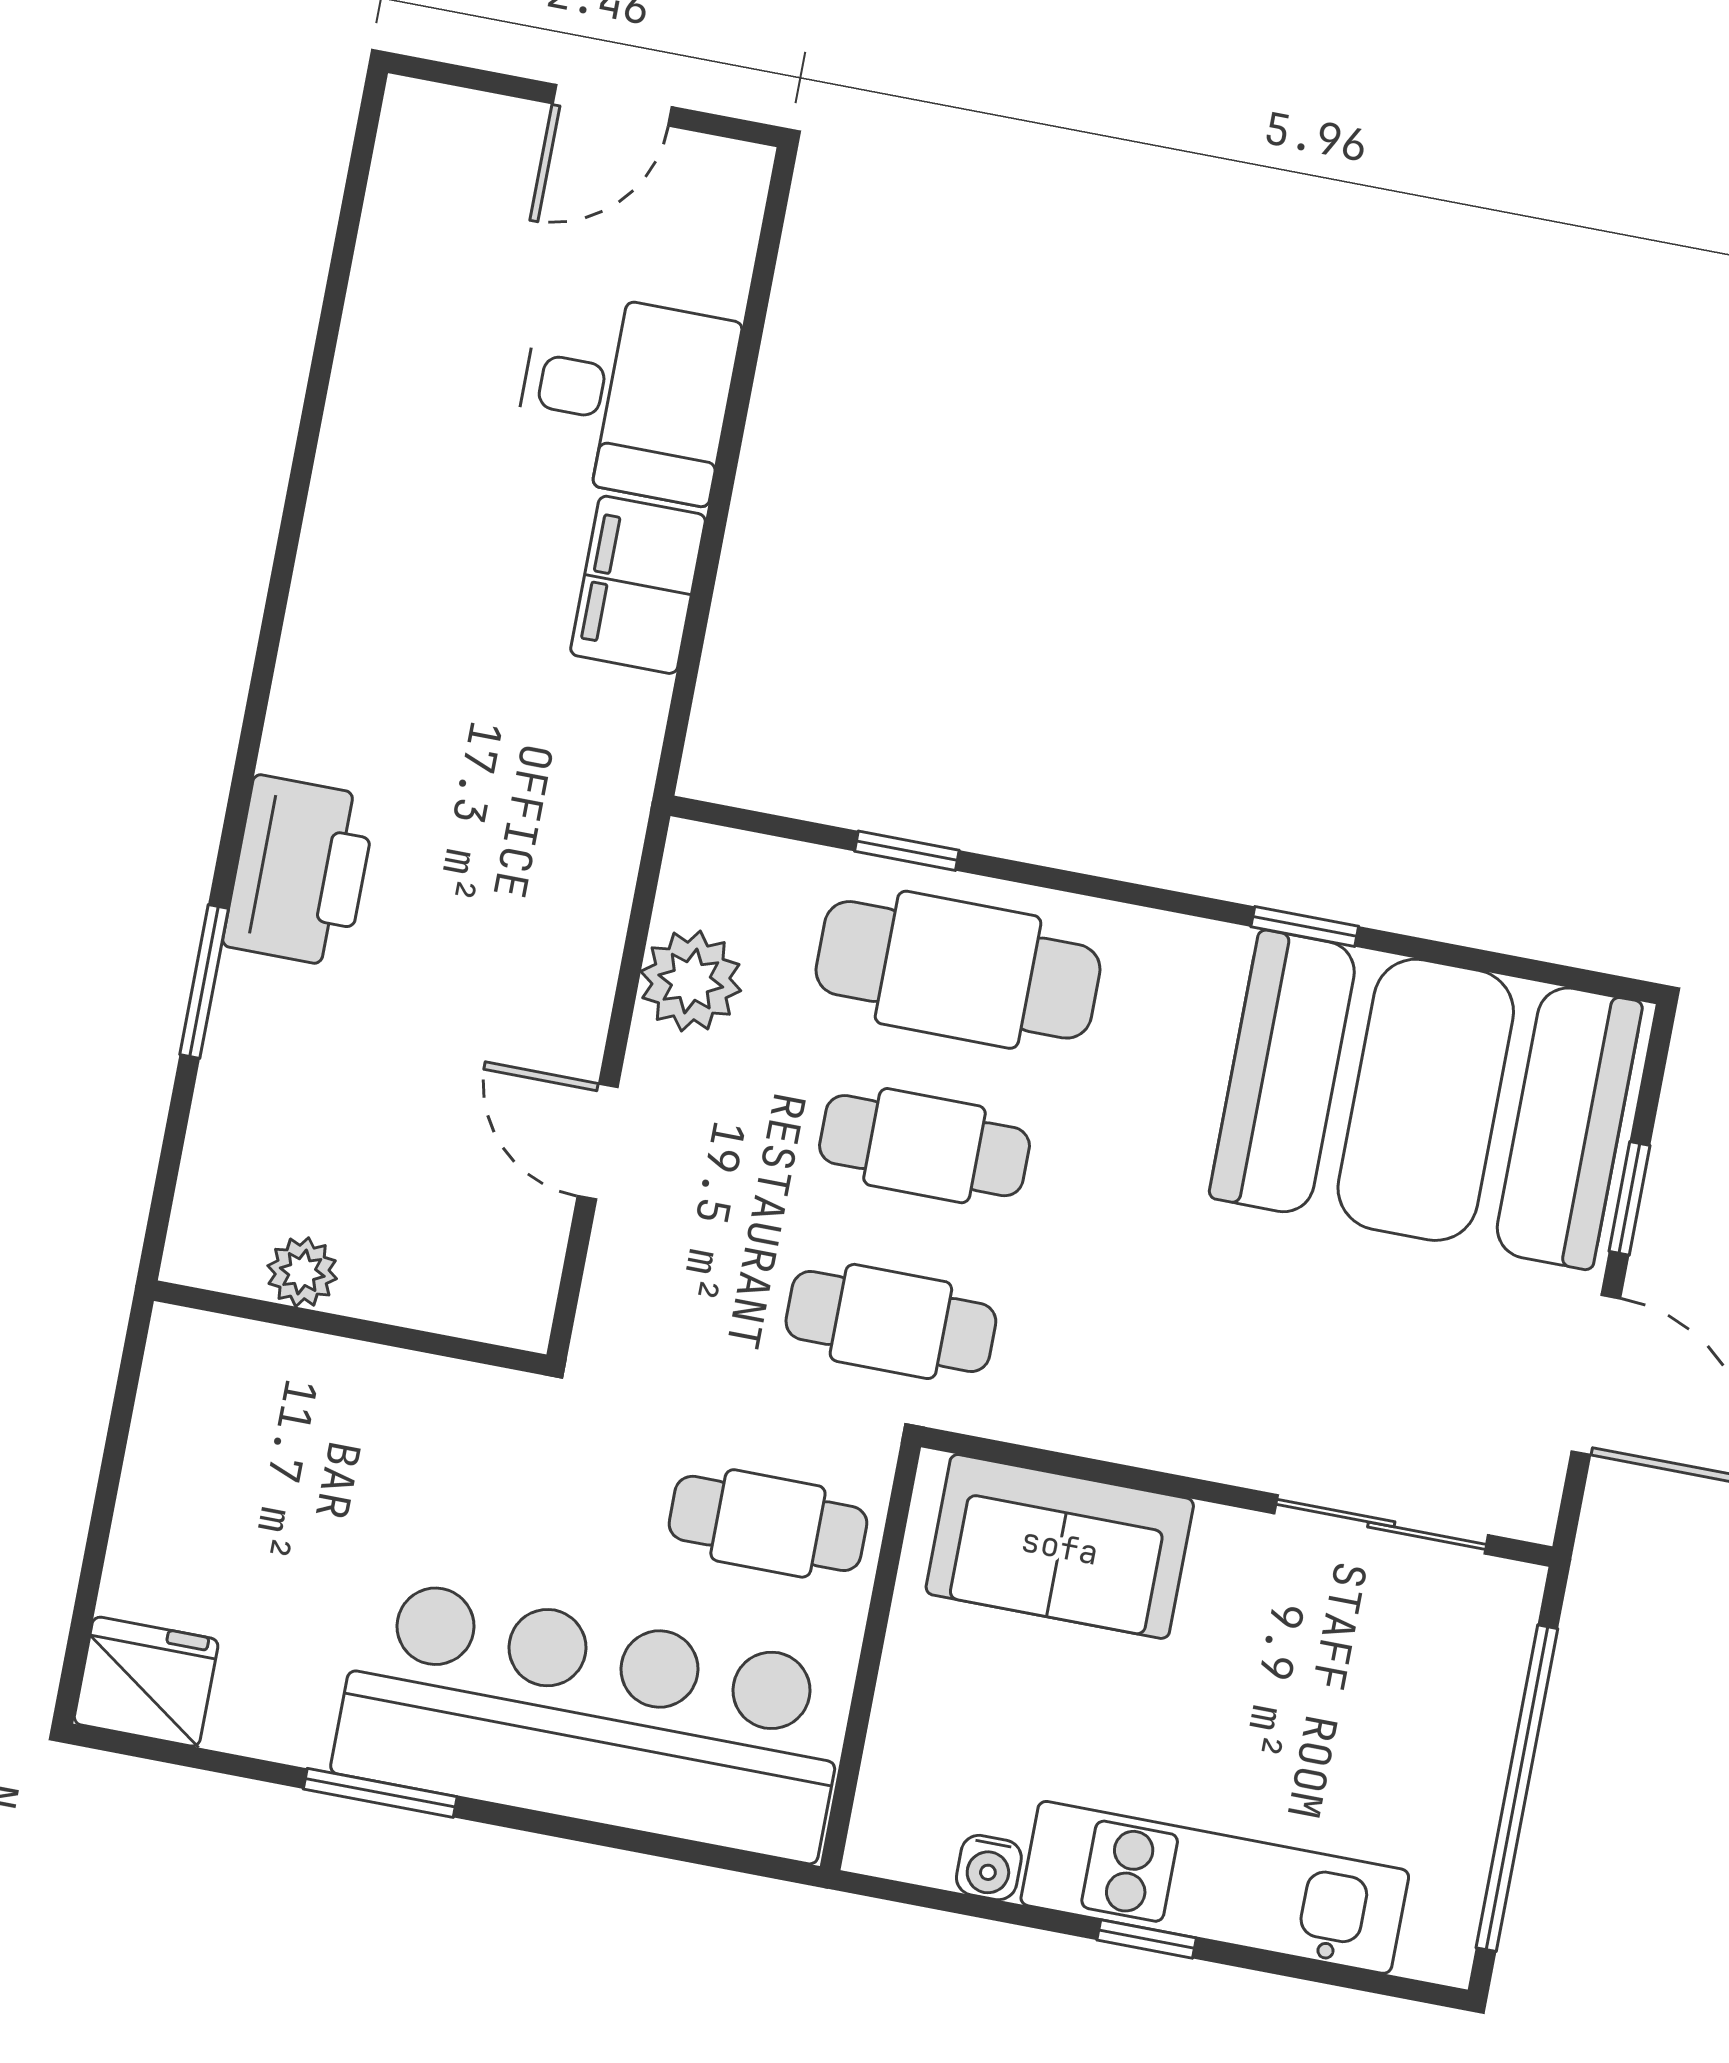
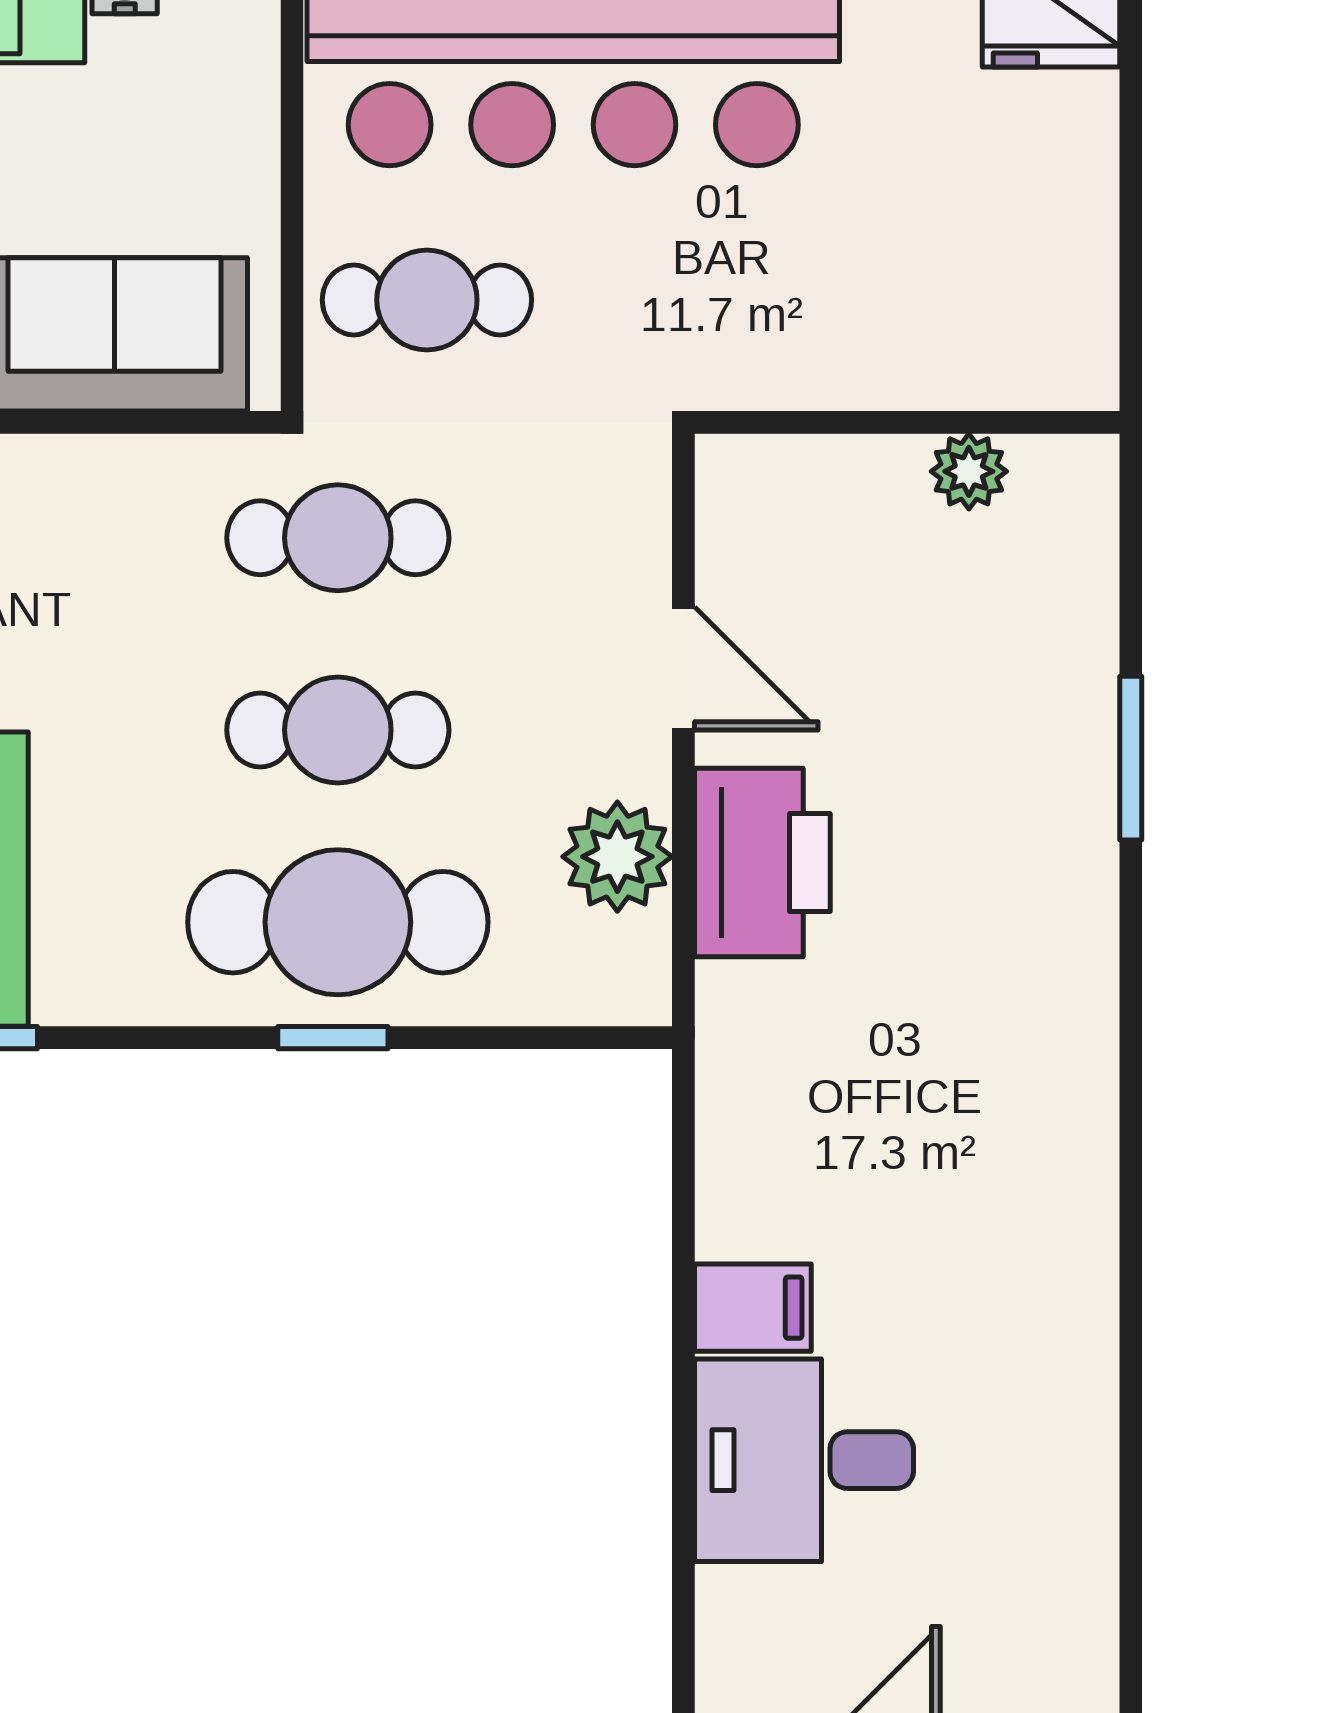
filing cabinet: (638, 585) -> (753, 1308), width x0.50
window: (907, 851) -> (333, 1038), moved
printer: (300, 871) -> (762, 863), moved, turned 180

